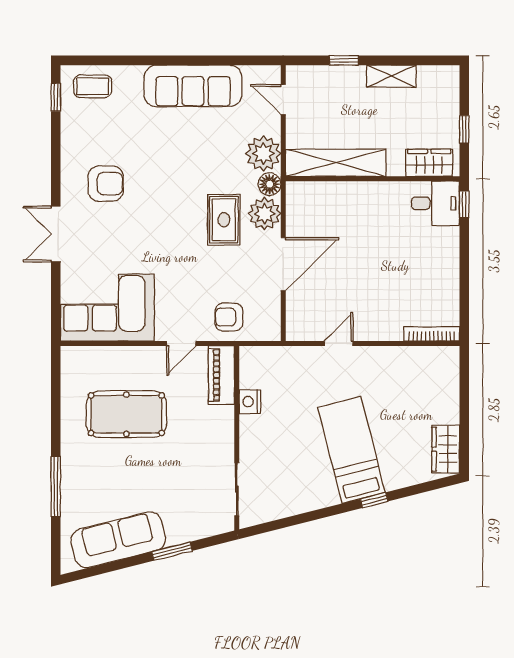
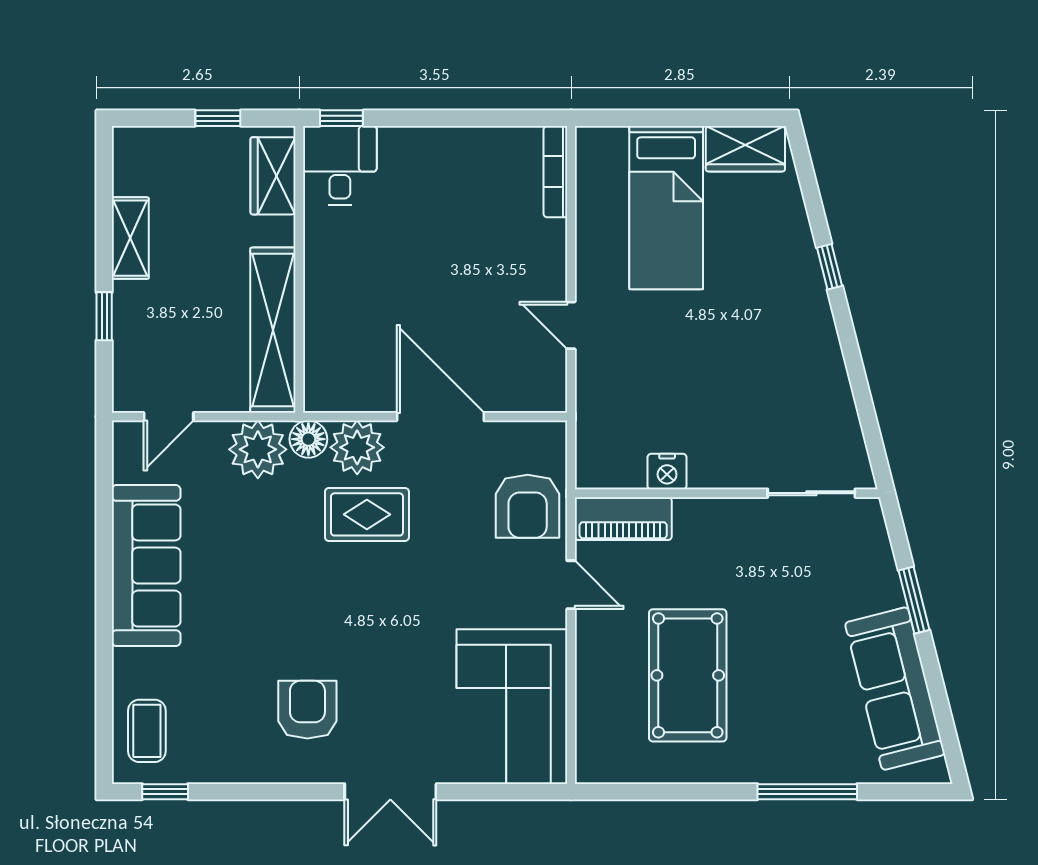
armchair: (229, 317) -> (528, 506), width x1.38, depth x1.38
bed: (352, 450) -> (666, 208), moved, turned -76

